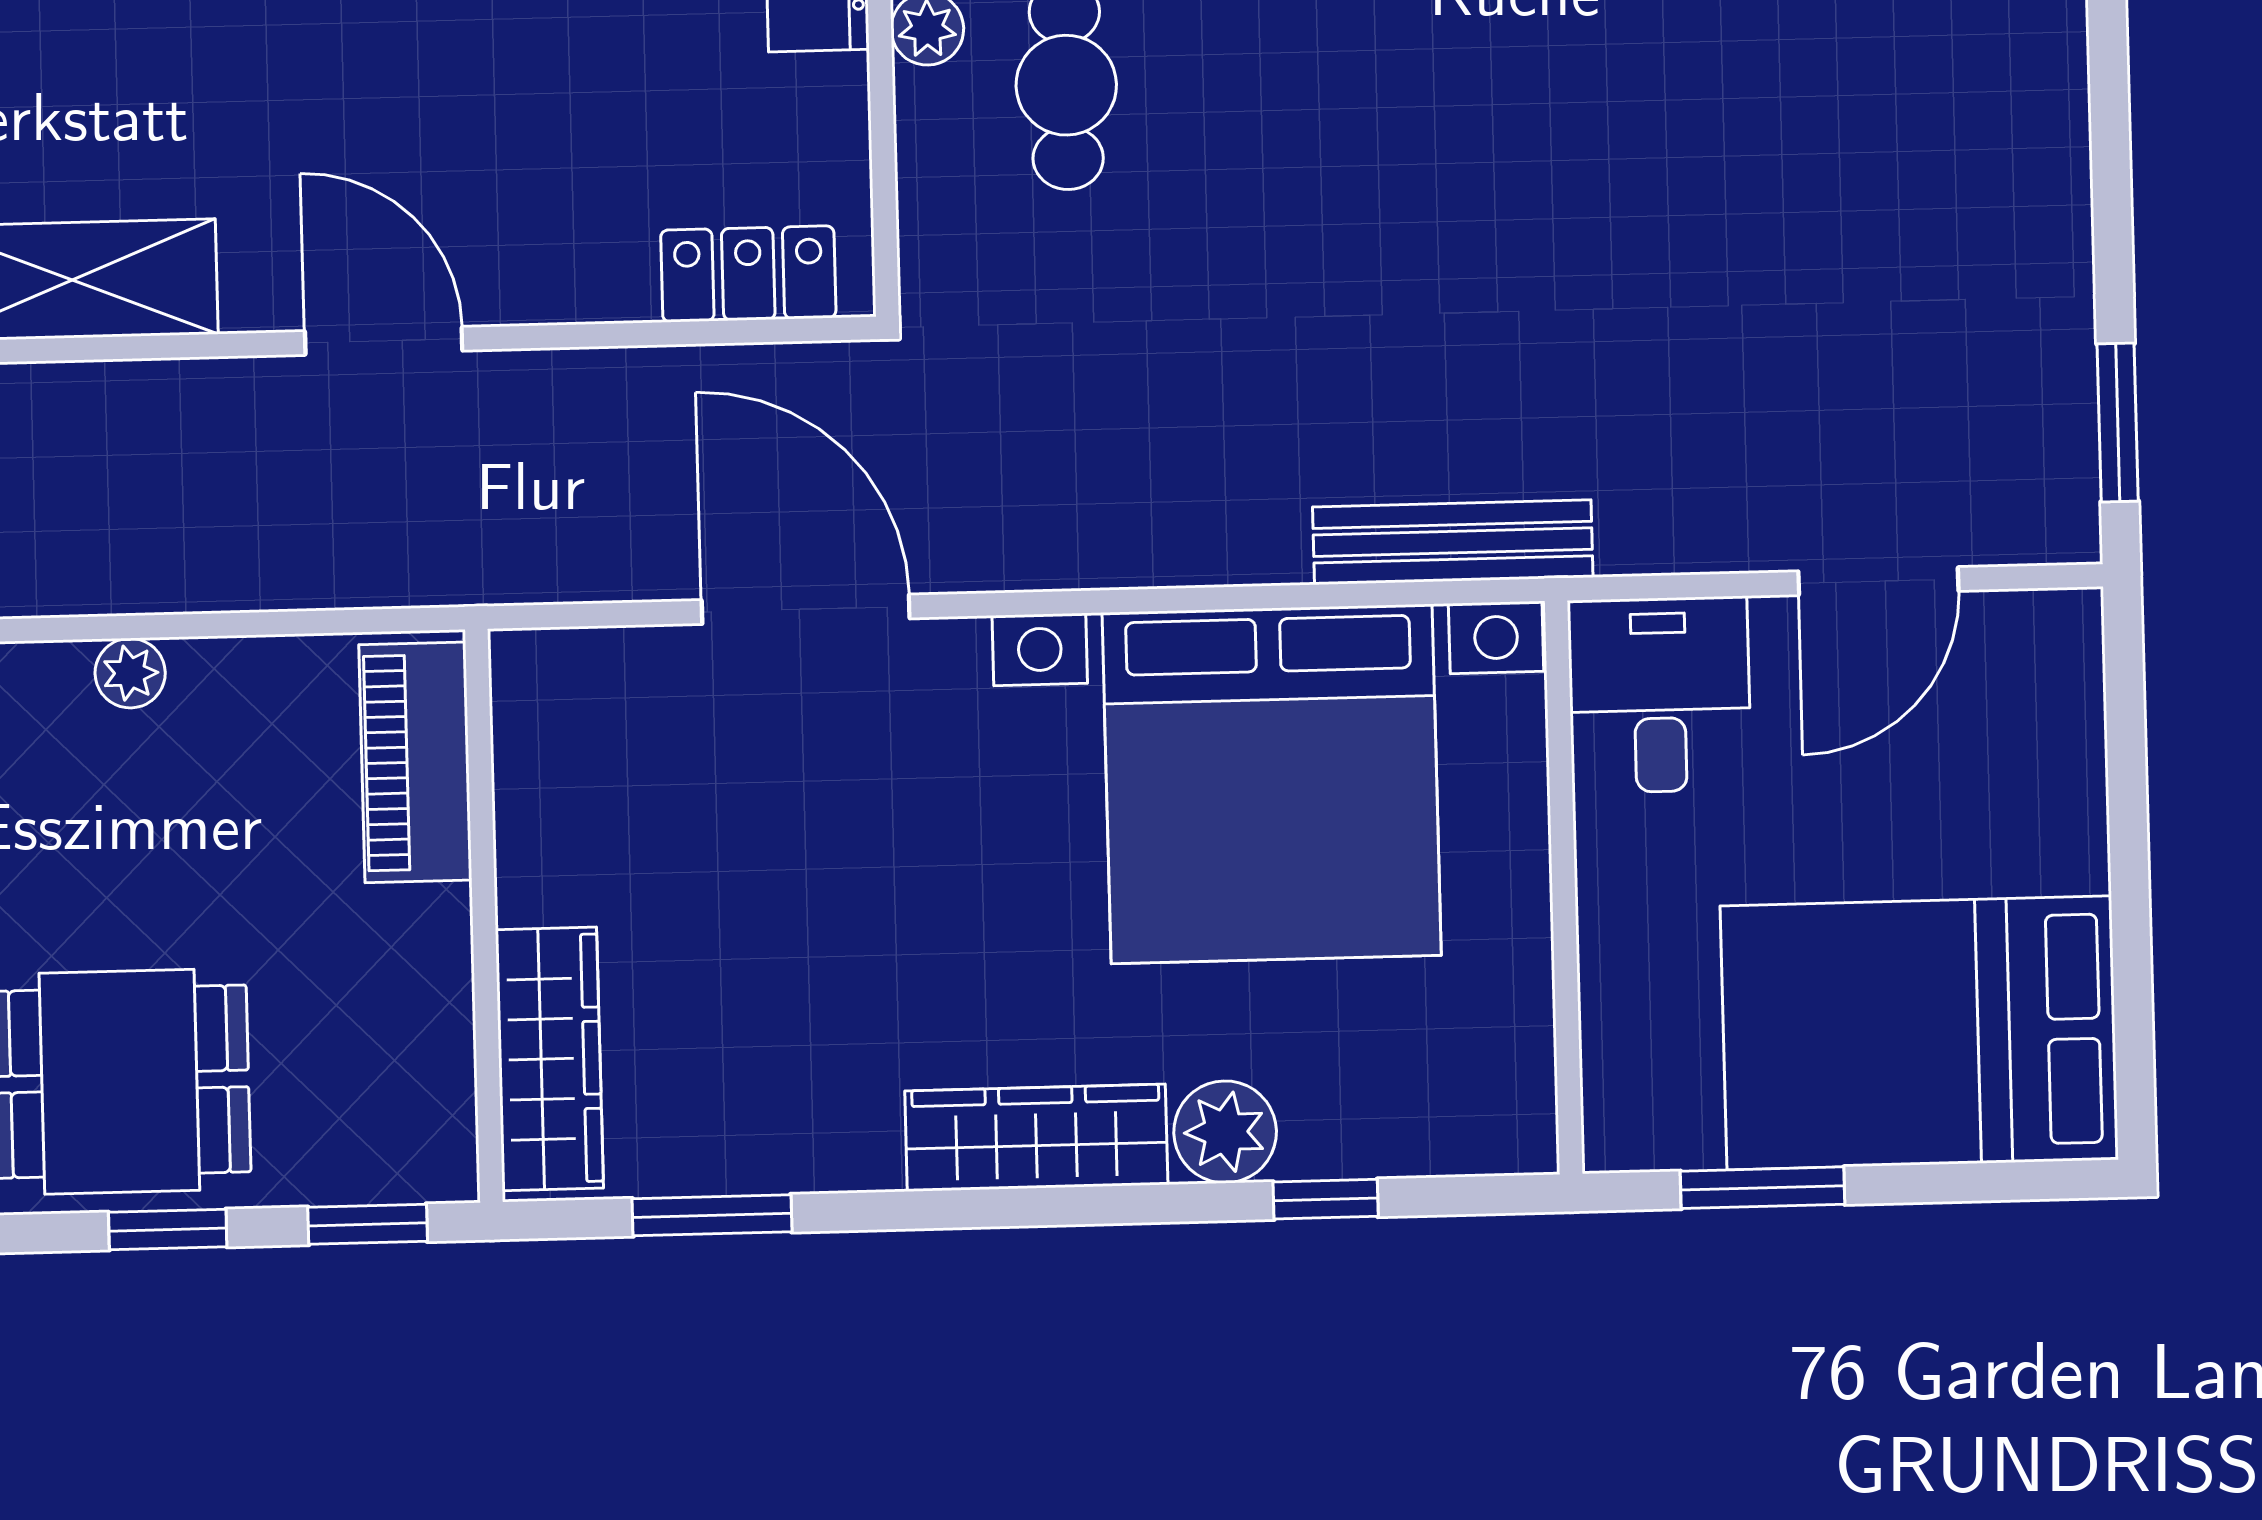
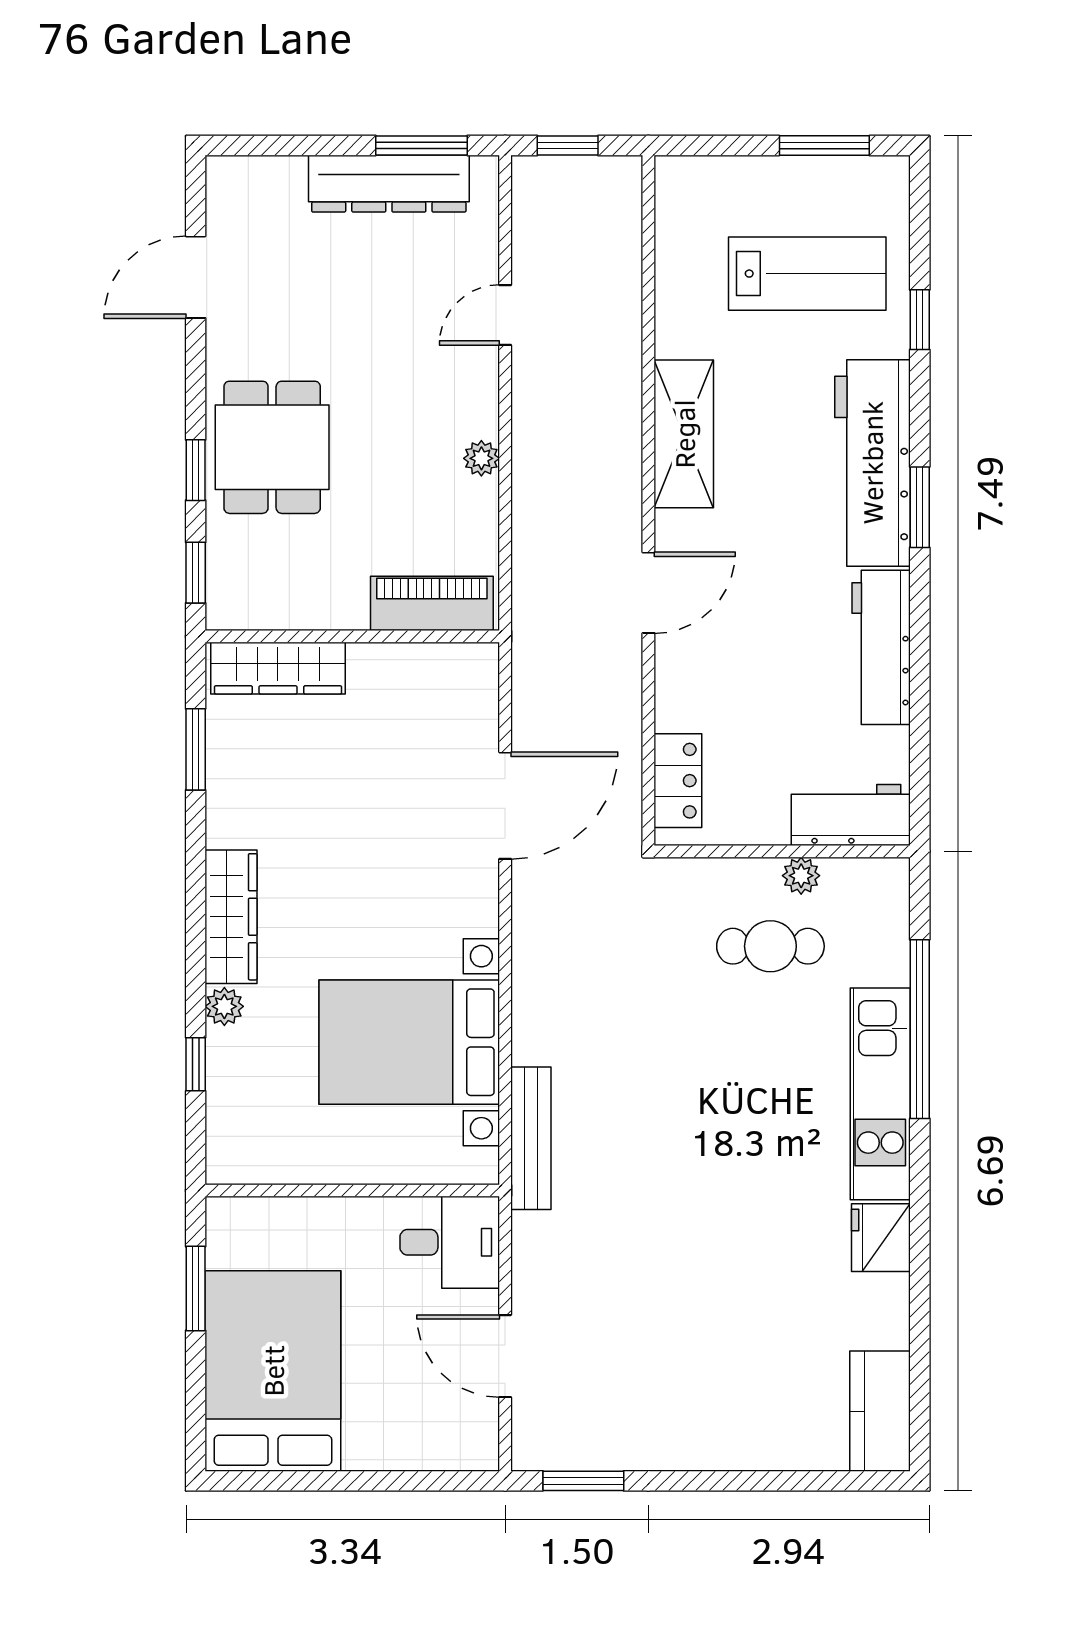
bed with nightstands: (1272, 784) -> (409, 1042), width x0.73
plant: (1225, 1132) -> (224, 1006), width x0.73, depth x0.73

